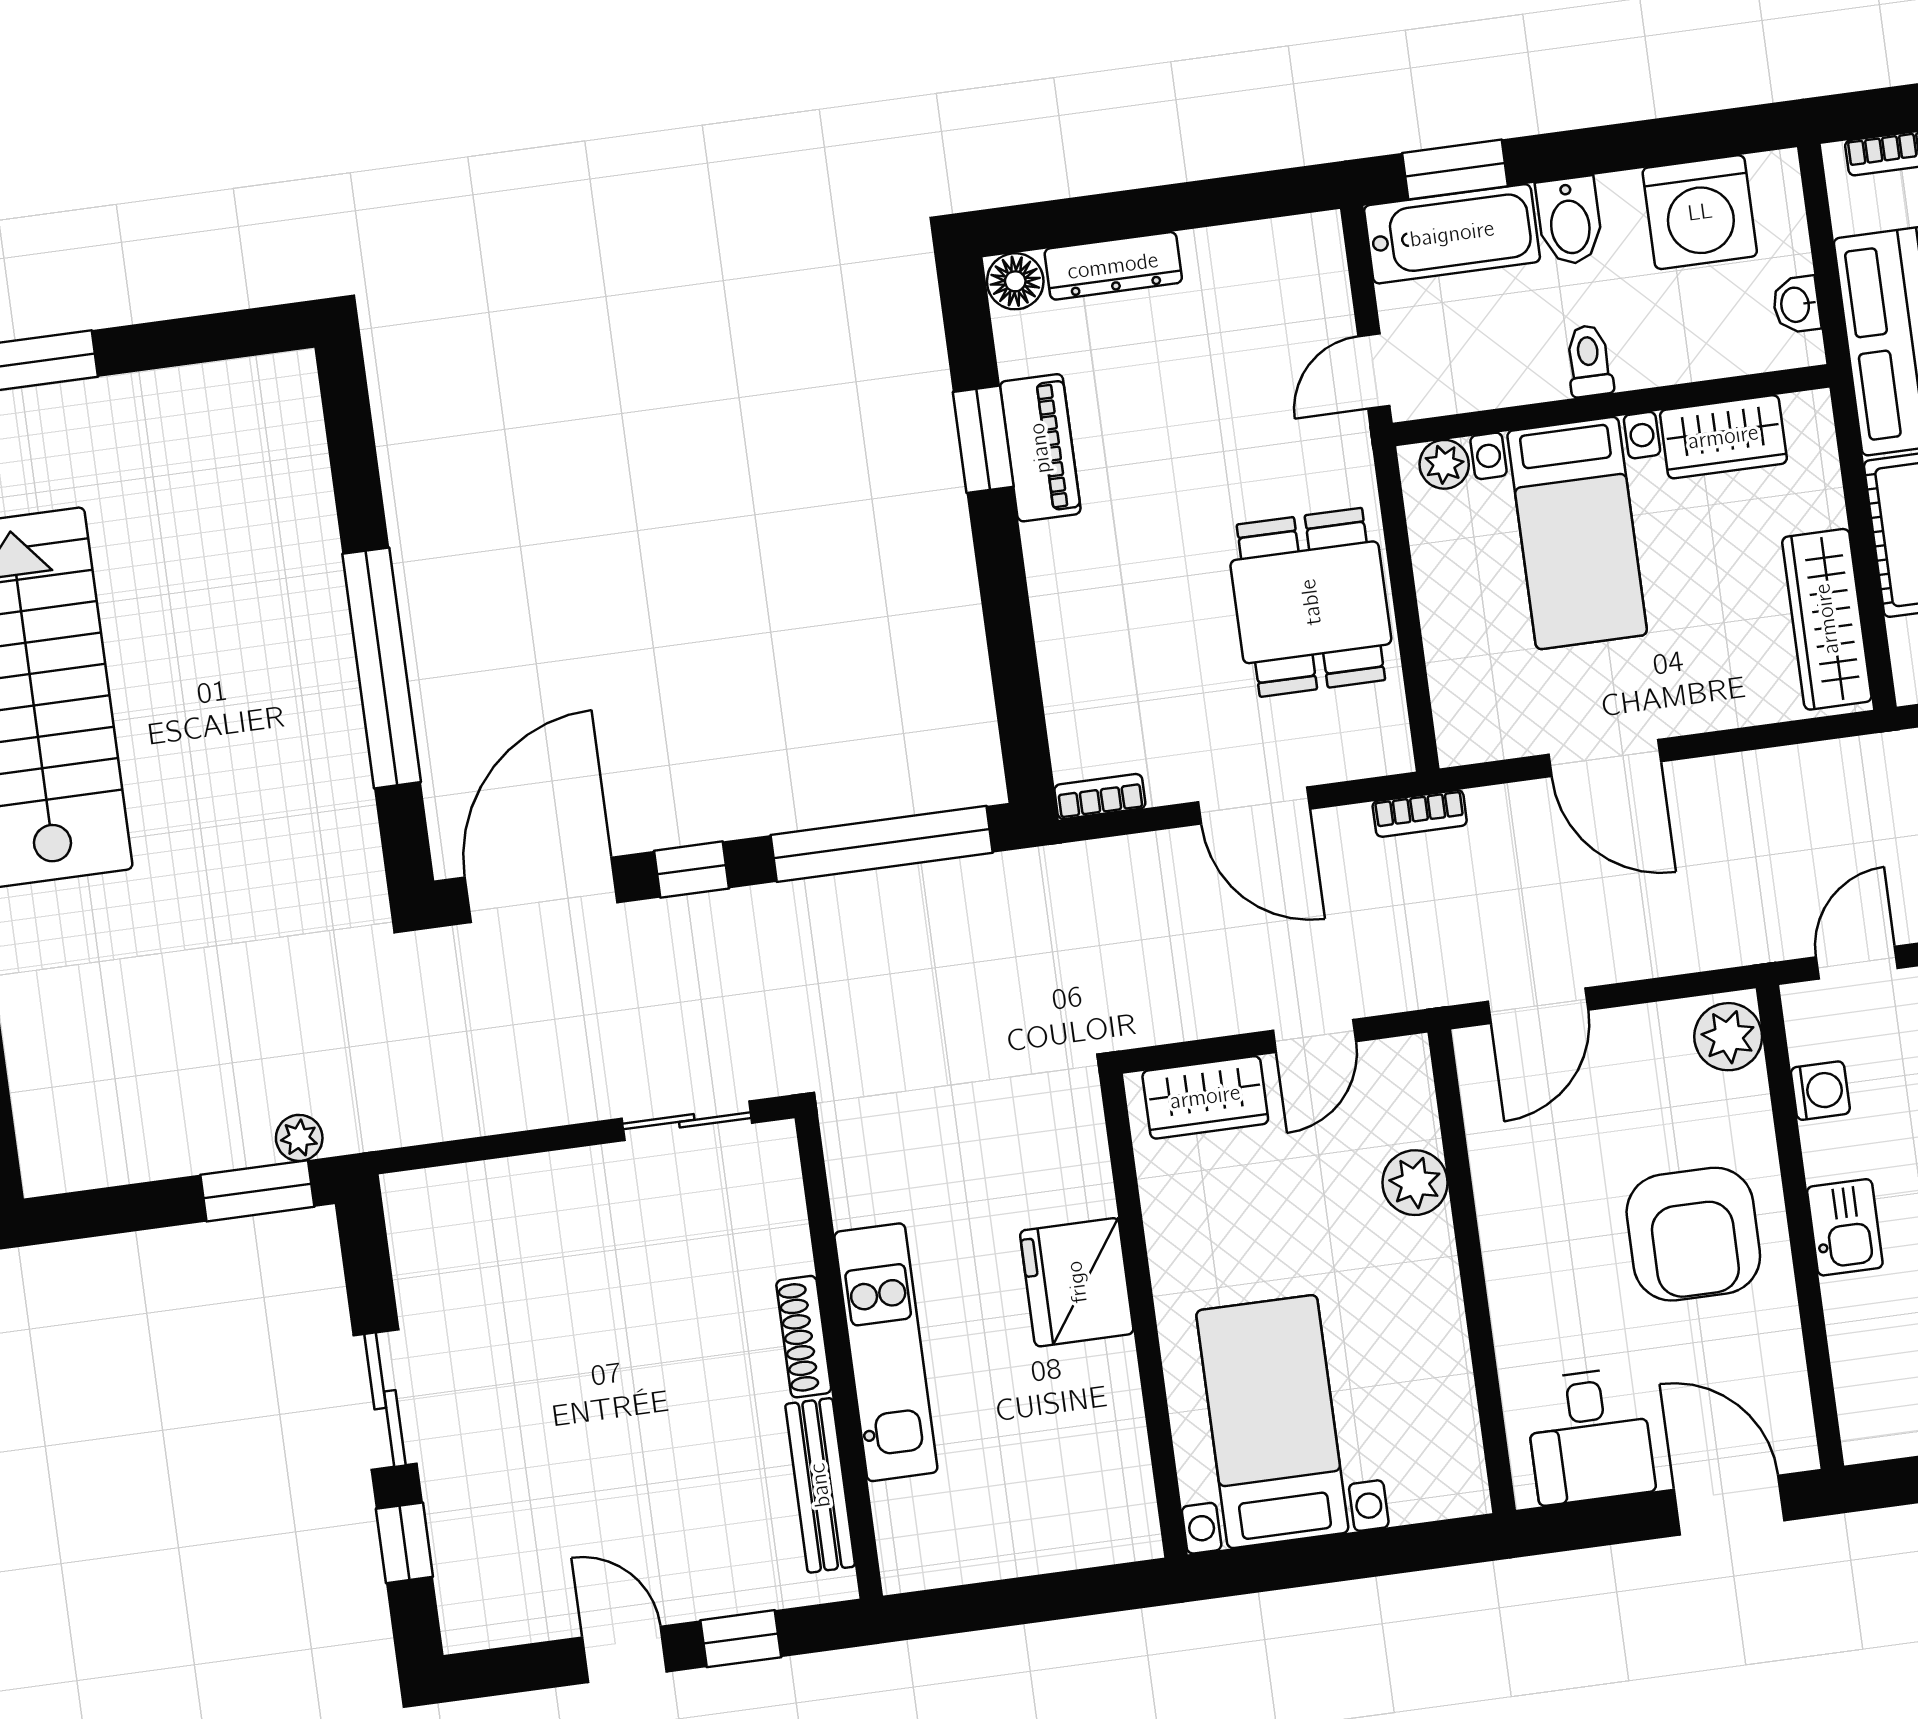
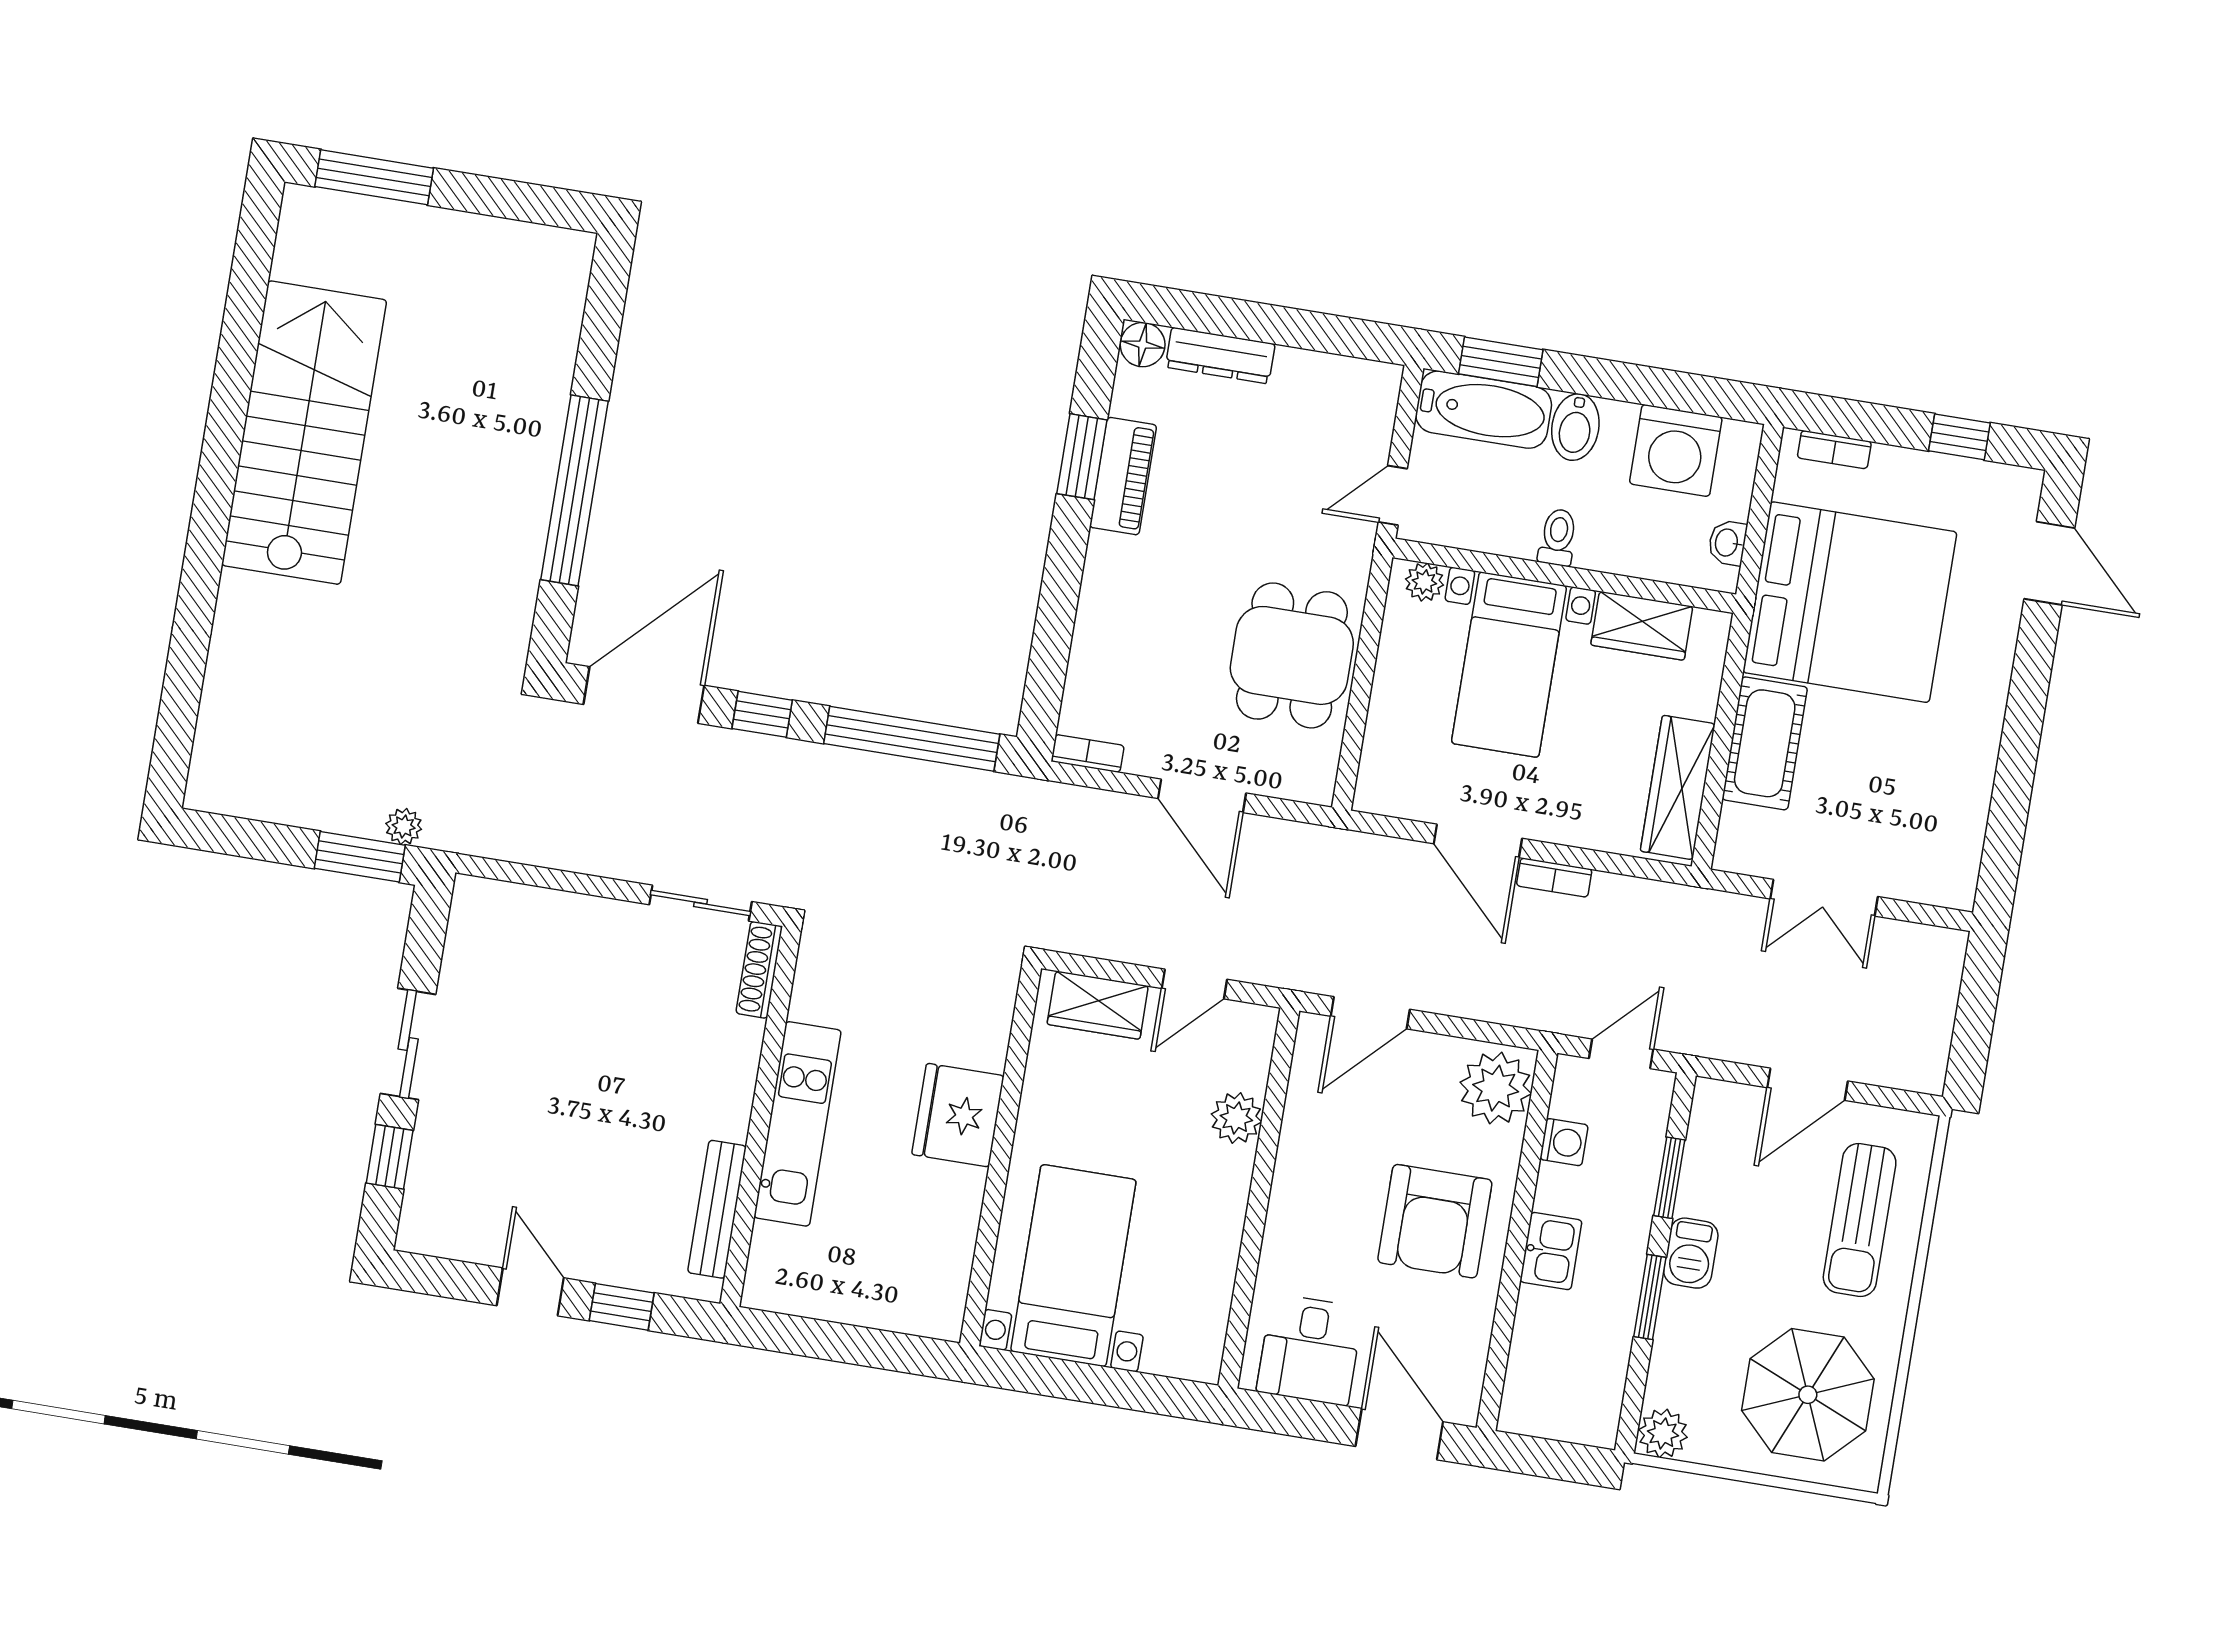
bookcase: (1420, 813) -> (1554, 878), moved
plant: (1728, 1037) -> (1496, 1088), width x1.36, depth x1.36
shoe rack: (804, 1337) -> (759, 970), moved

